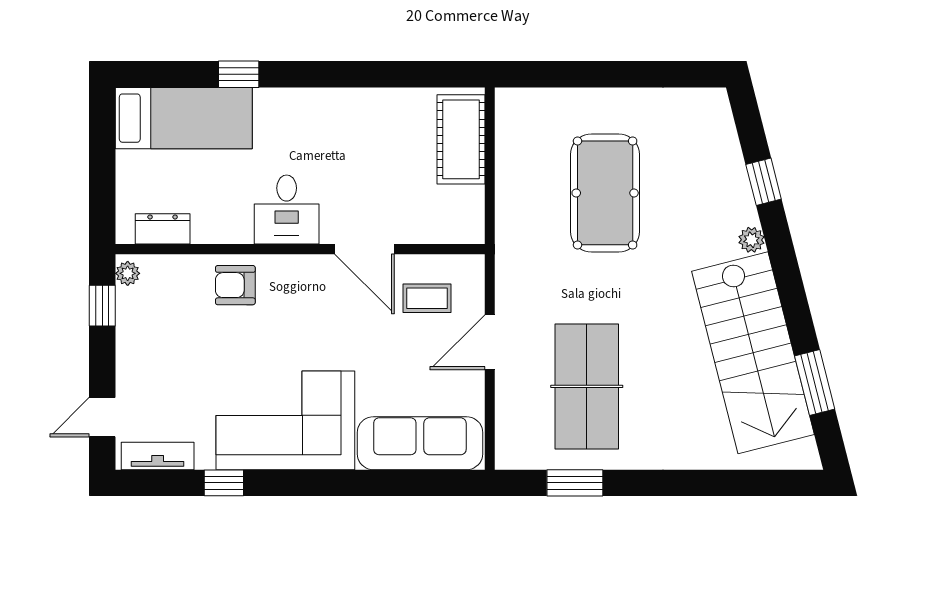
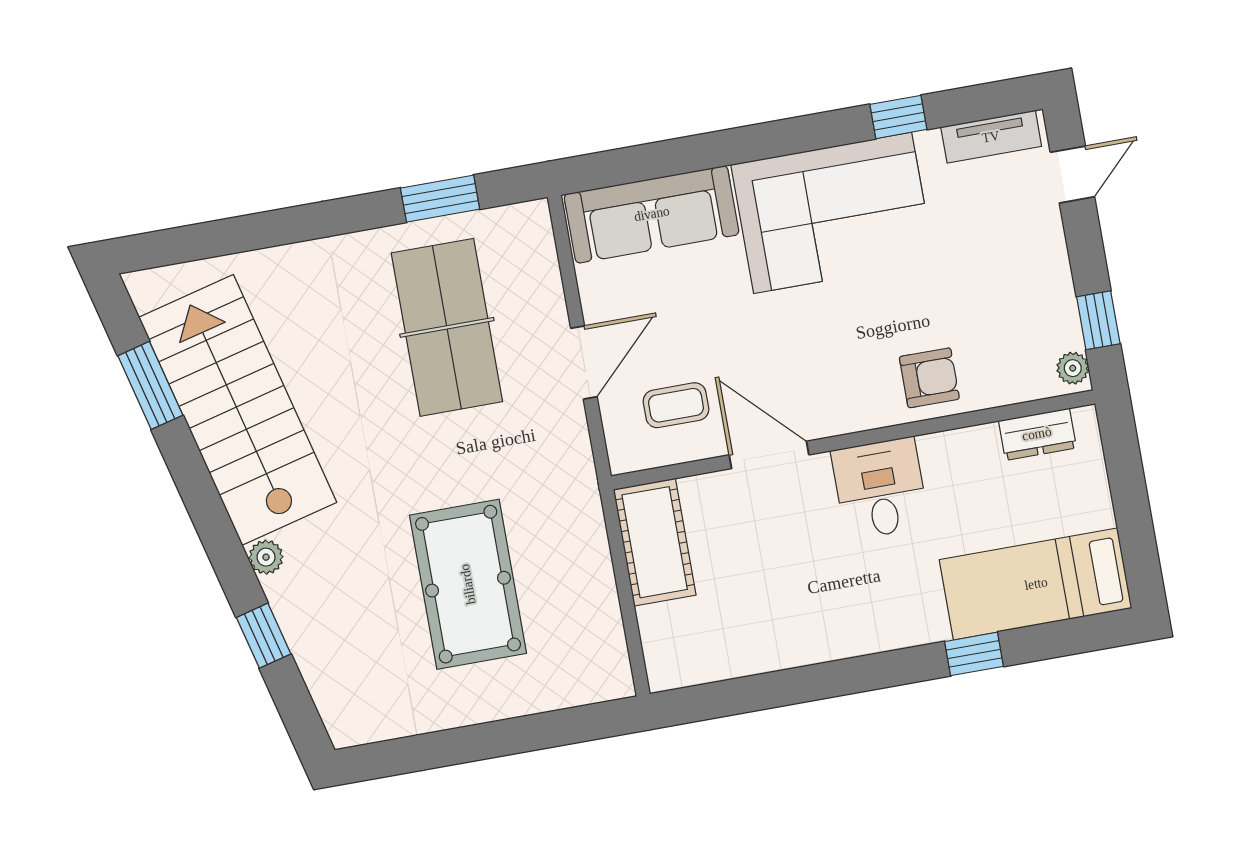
cot: (461, 139) -> (655, 542), moved

